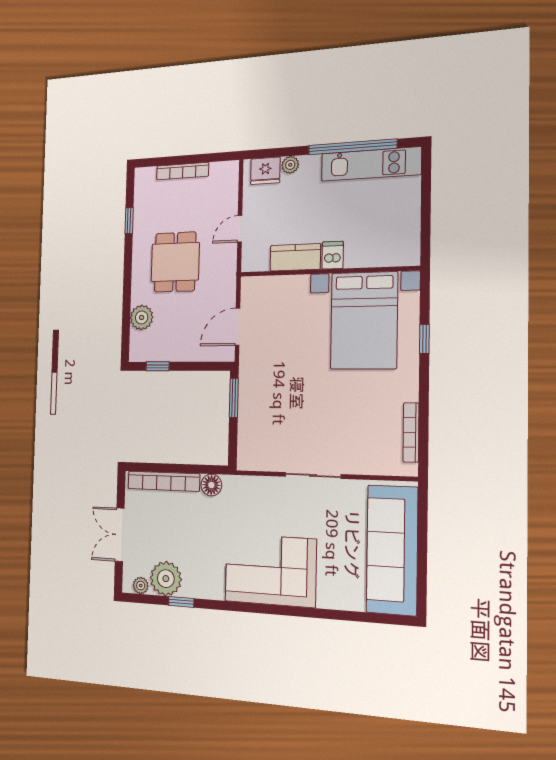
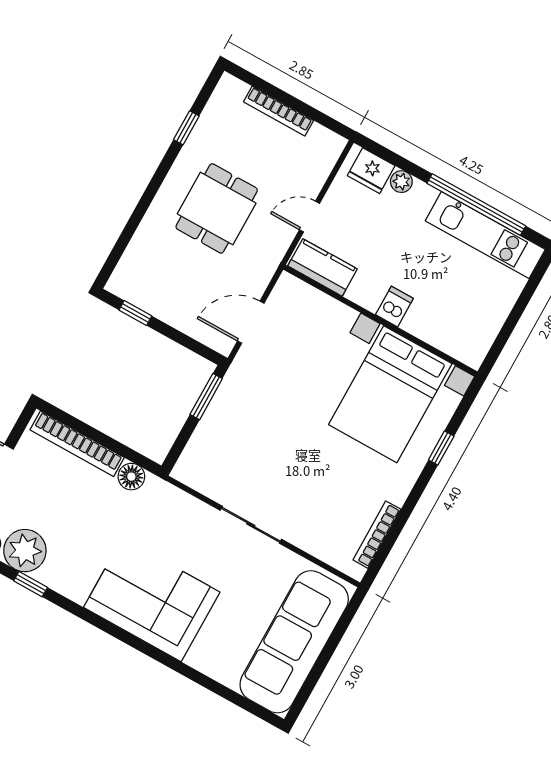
kitchen counter: (295, 257) -> (322, 267), moved
plant: (142, 317) -> (144, 247), removed

